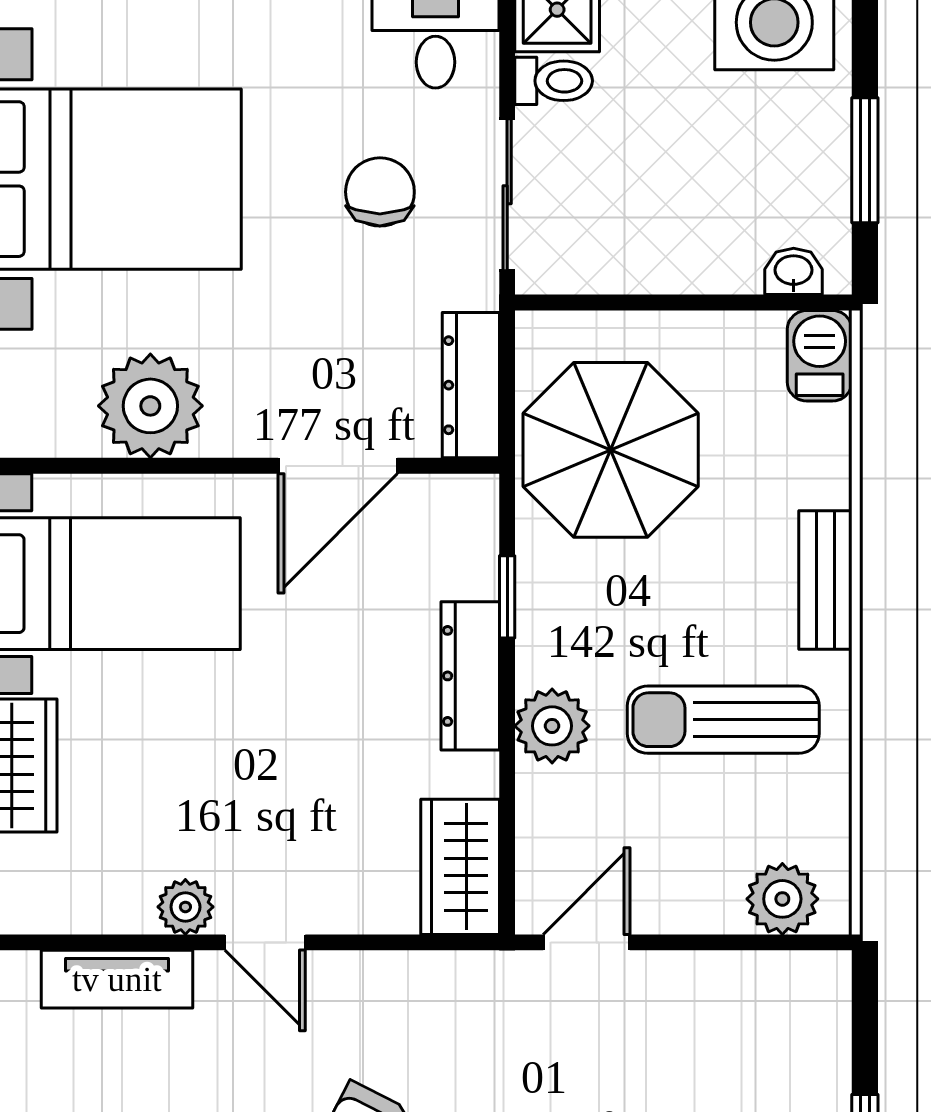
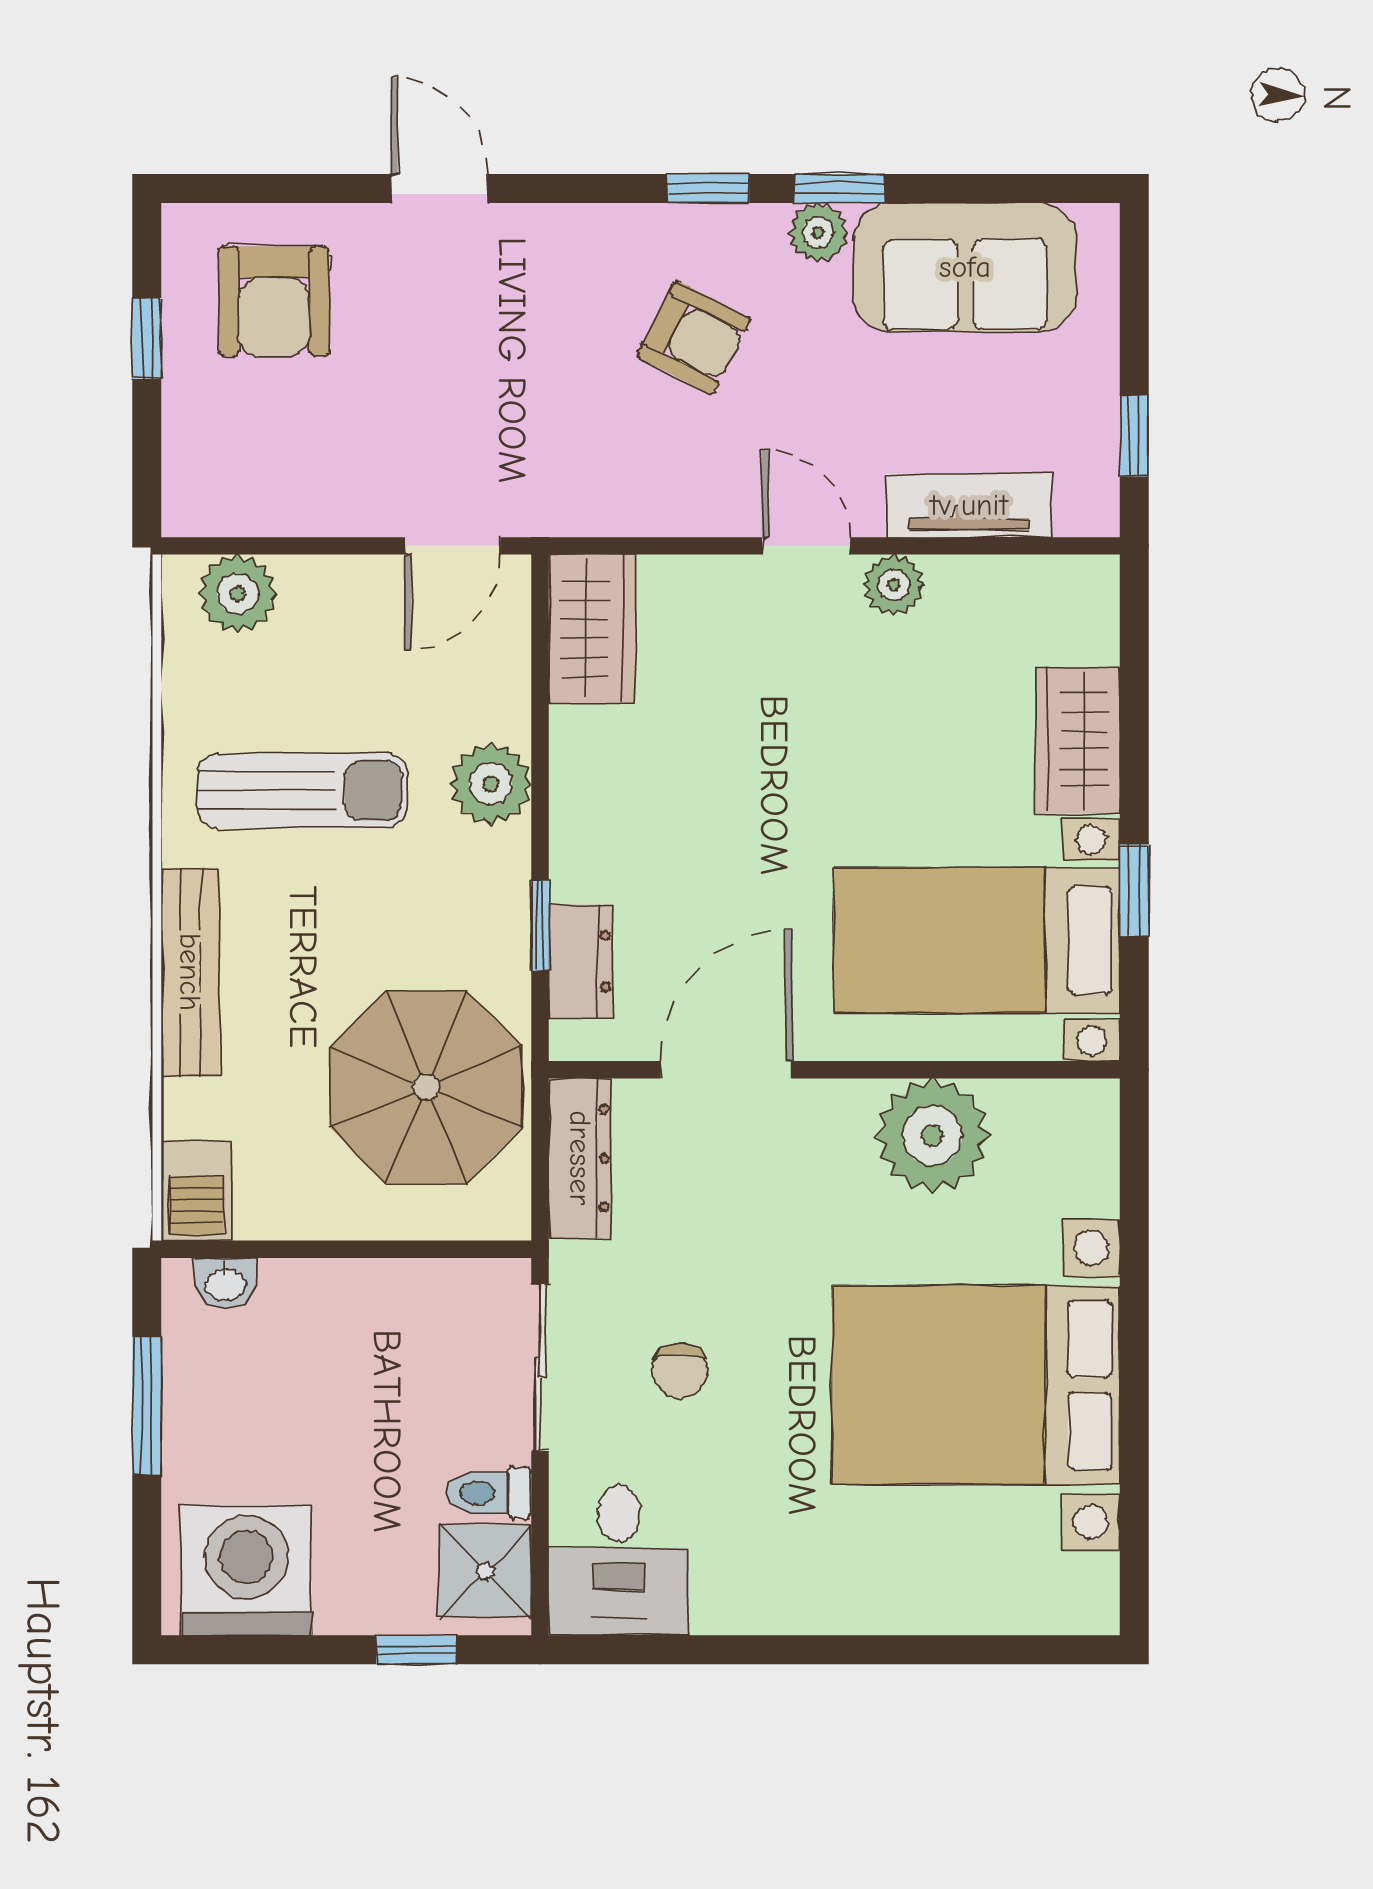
chair: (380, 192) -> (680, 1371), width x0.73, depth x0.73
bench: (825, 580) -> (190, 972), width x1.36
dresser: (470, 676) -> (581, 961), moved, width x0.70

